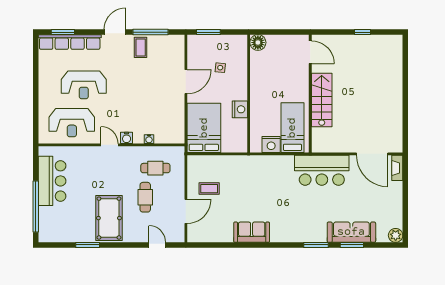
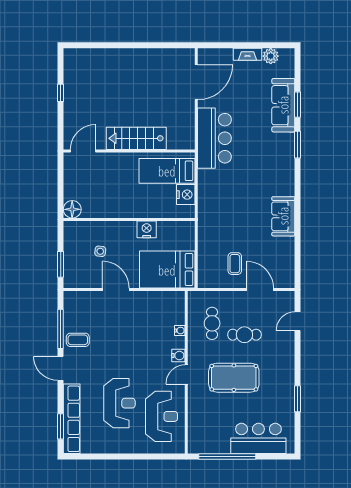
fireplace: (397, 168) -> (247, 54), moved
bar counter: (52, 181) -> (258, 438), moved
window: (36, 207) -> (227, 457), moved
pool table: (109, 218) -> (234, 378), moved
plant: (396, 235) -> (271, 56), moved

